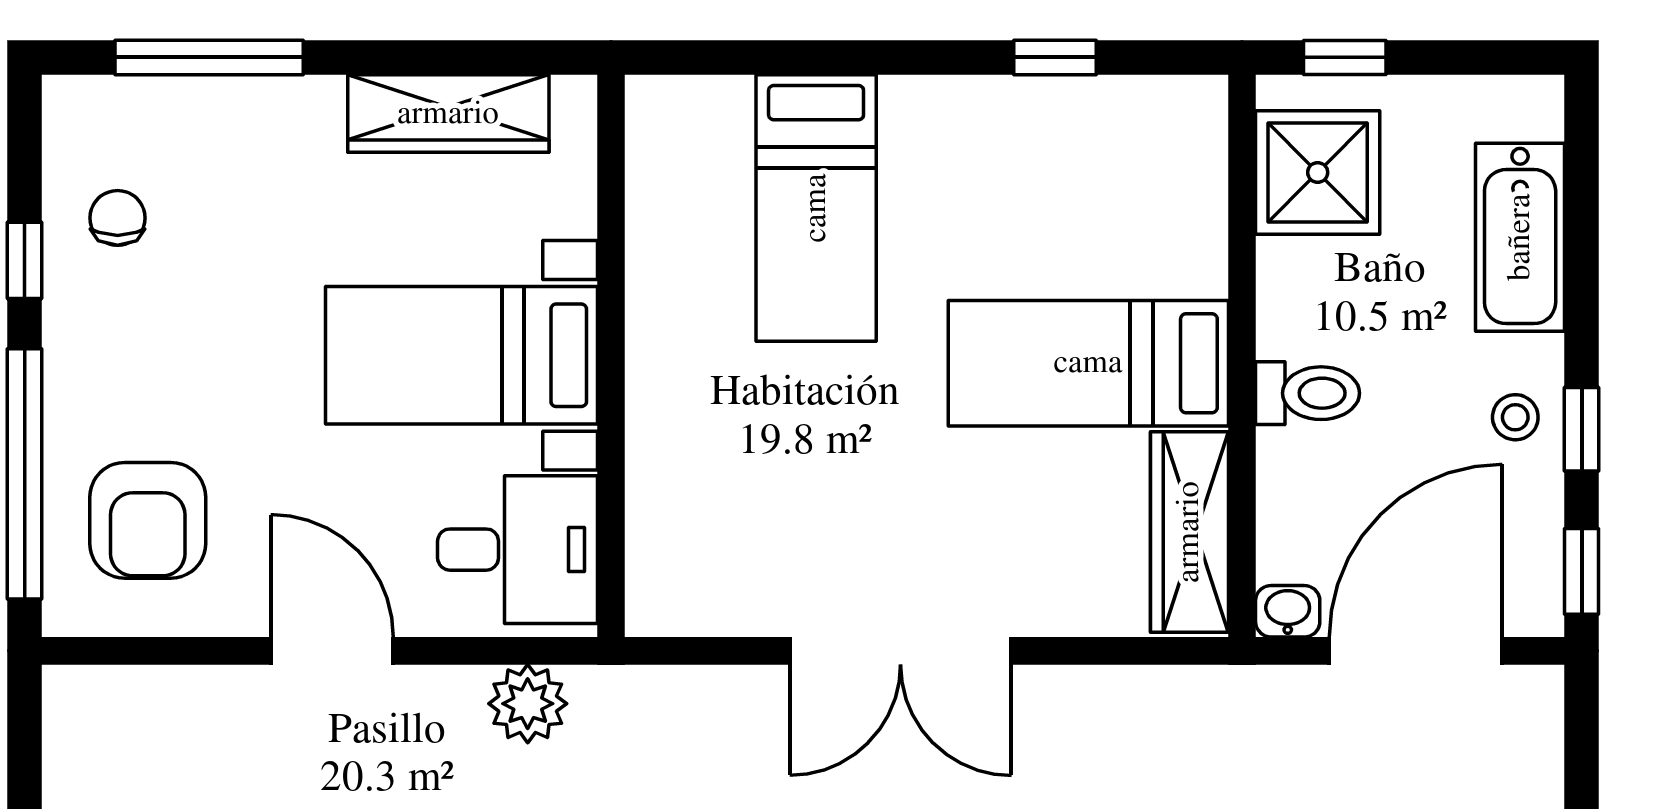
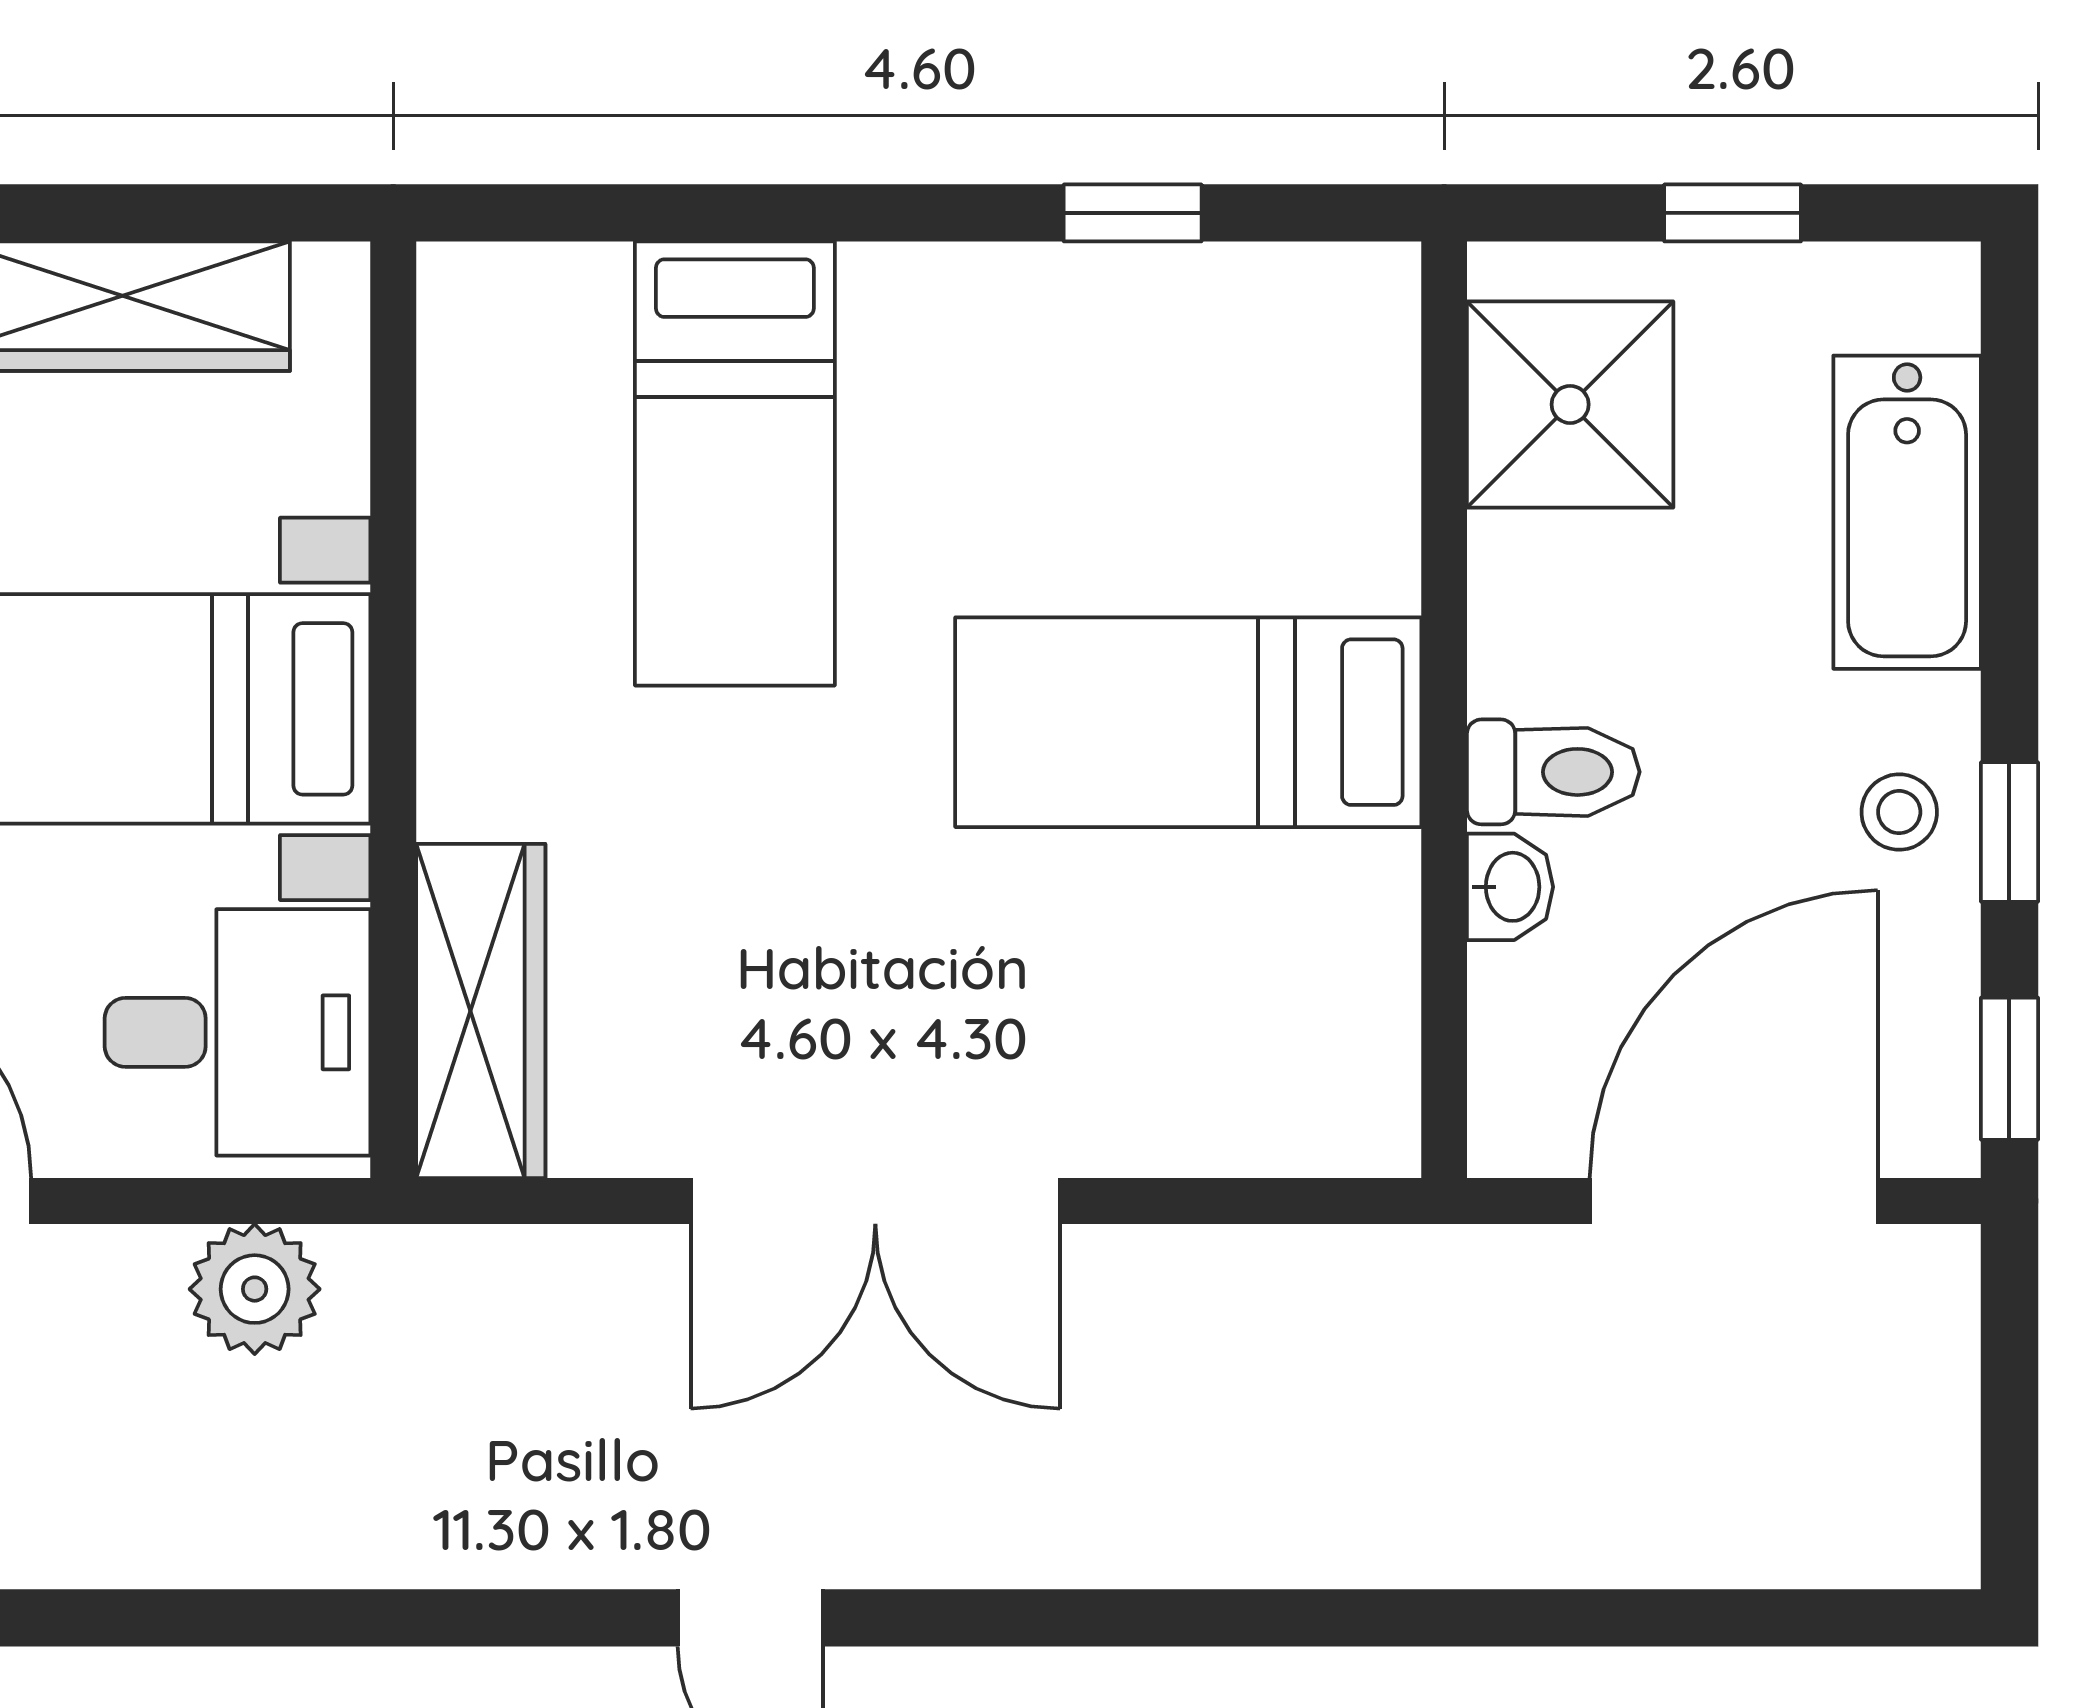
window: (1345, 57) -> (1733, 213), moved
wardrobe: (1189, 532) -> (481, 1011), moved, turned 180
washbasin: (1288, 611) -> (1510, 887), moved, turned 90

